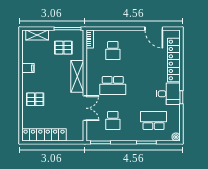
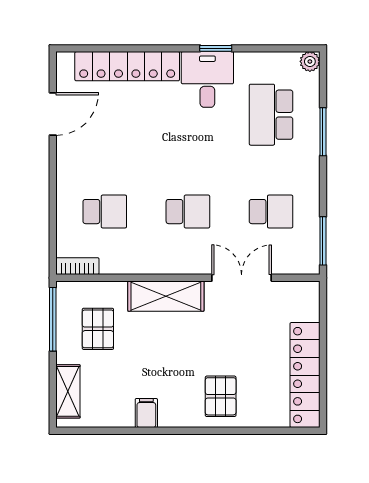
school desk: (113, 86) -> (188, 212), width x0.54

